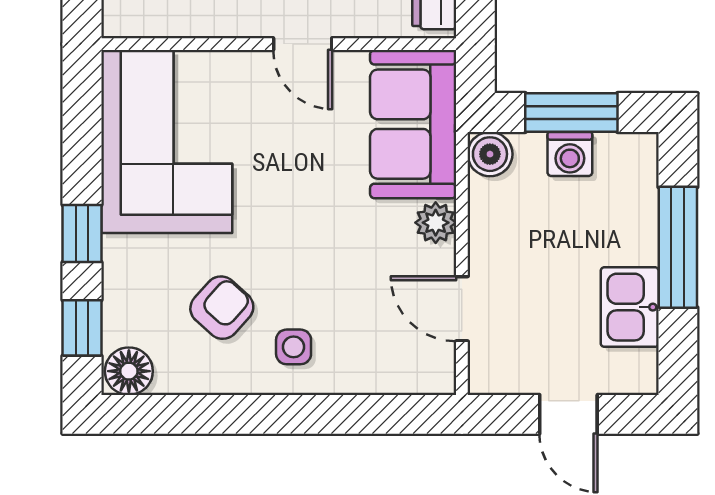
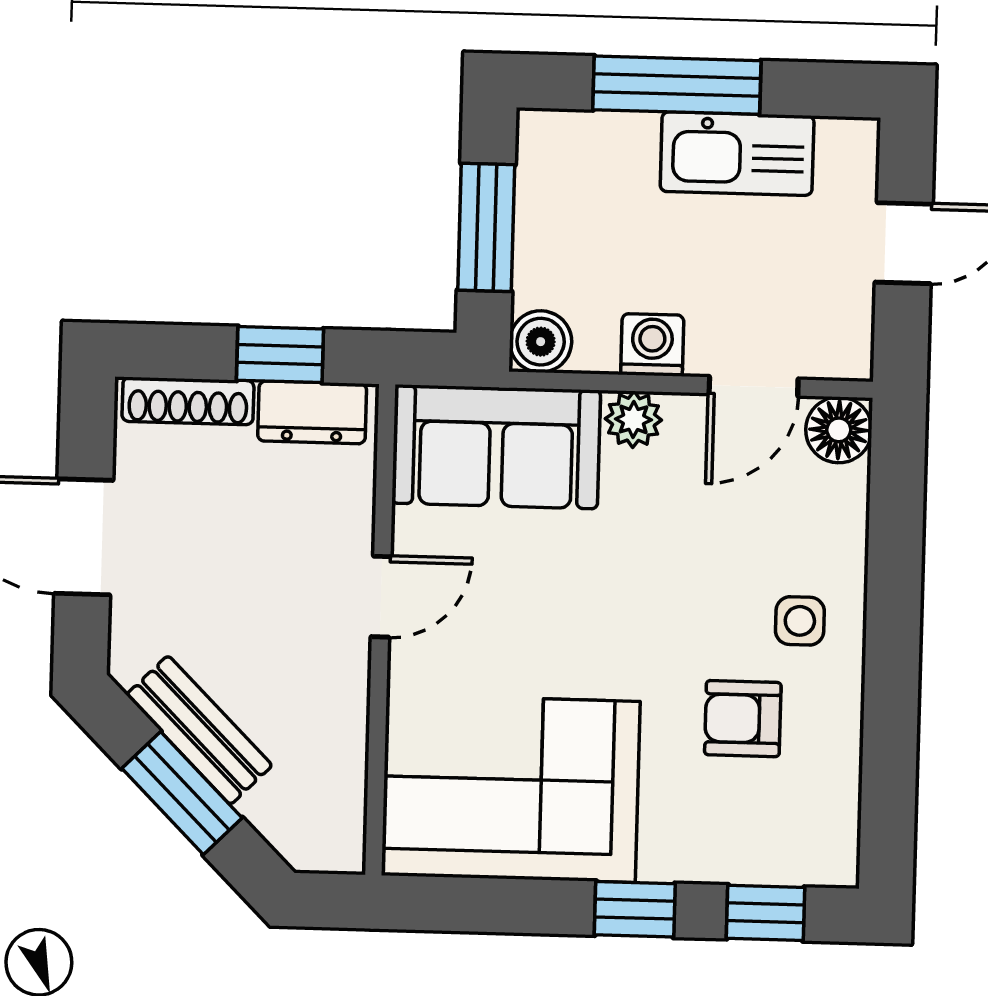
washing machine: (570, 154) -> (652, 345), moved, turned -90
kitchen sink: (630, 307) -> (737, 154), width x1.38
armchair: (222, 308) -> (743, 719), turned -42
floor lamp: (129, 371) -> (839, 430), moved

